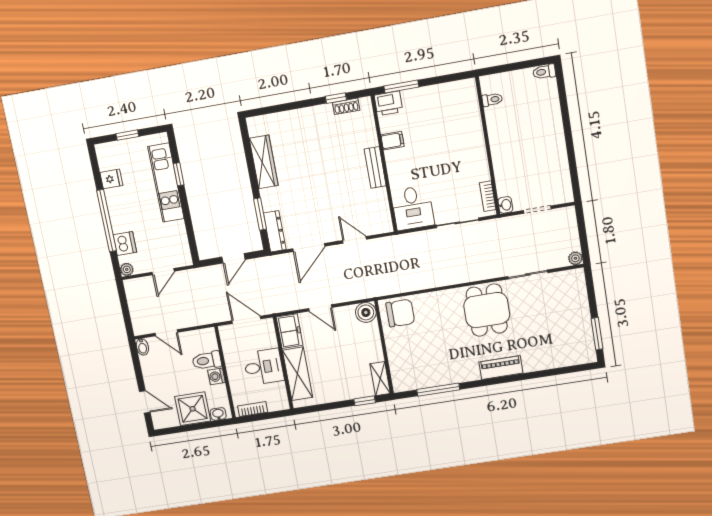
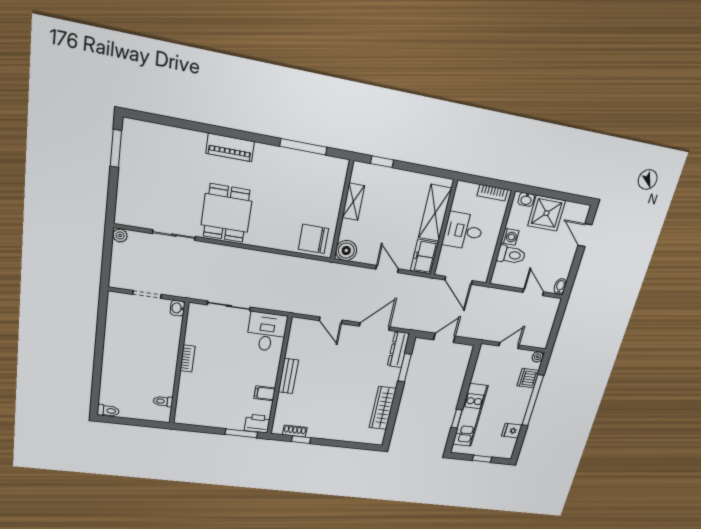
bookcase: (488, 196) -> (187, 358), moved
shelving: (380, 379) -> (353, 202), moved

